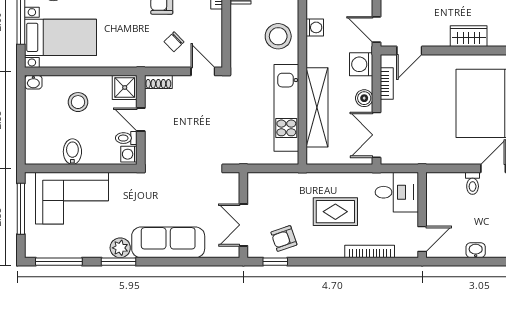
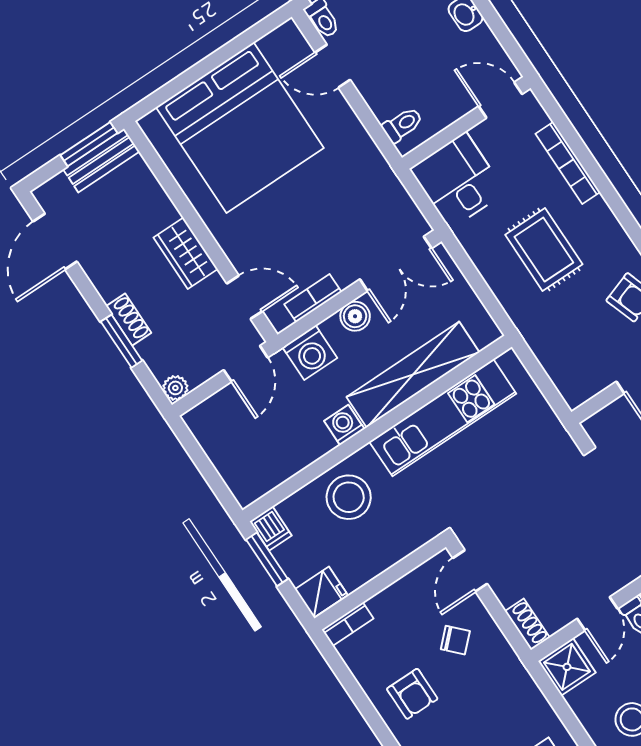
washing machine: (315, 27) -> (344, 425), moved
wardrobe: (469, 36) -> (186, 253), moved
toilet: (473, 183) -> (402, 125), moved

